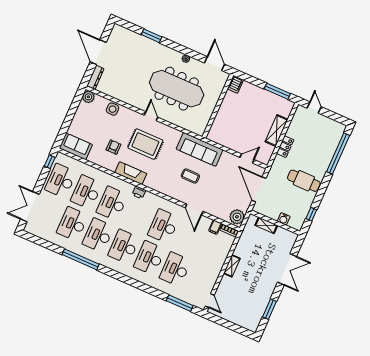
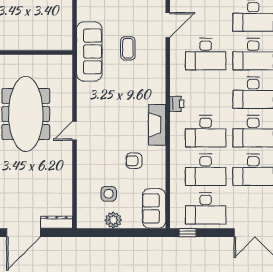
plant: (88, 97) -> (113, 220), moved
side table: (113, 109) -> (109, 194), moved
rug: (145, 144) -> (113, 122), removed

